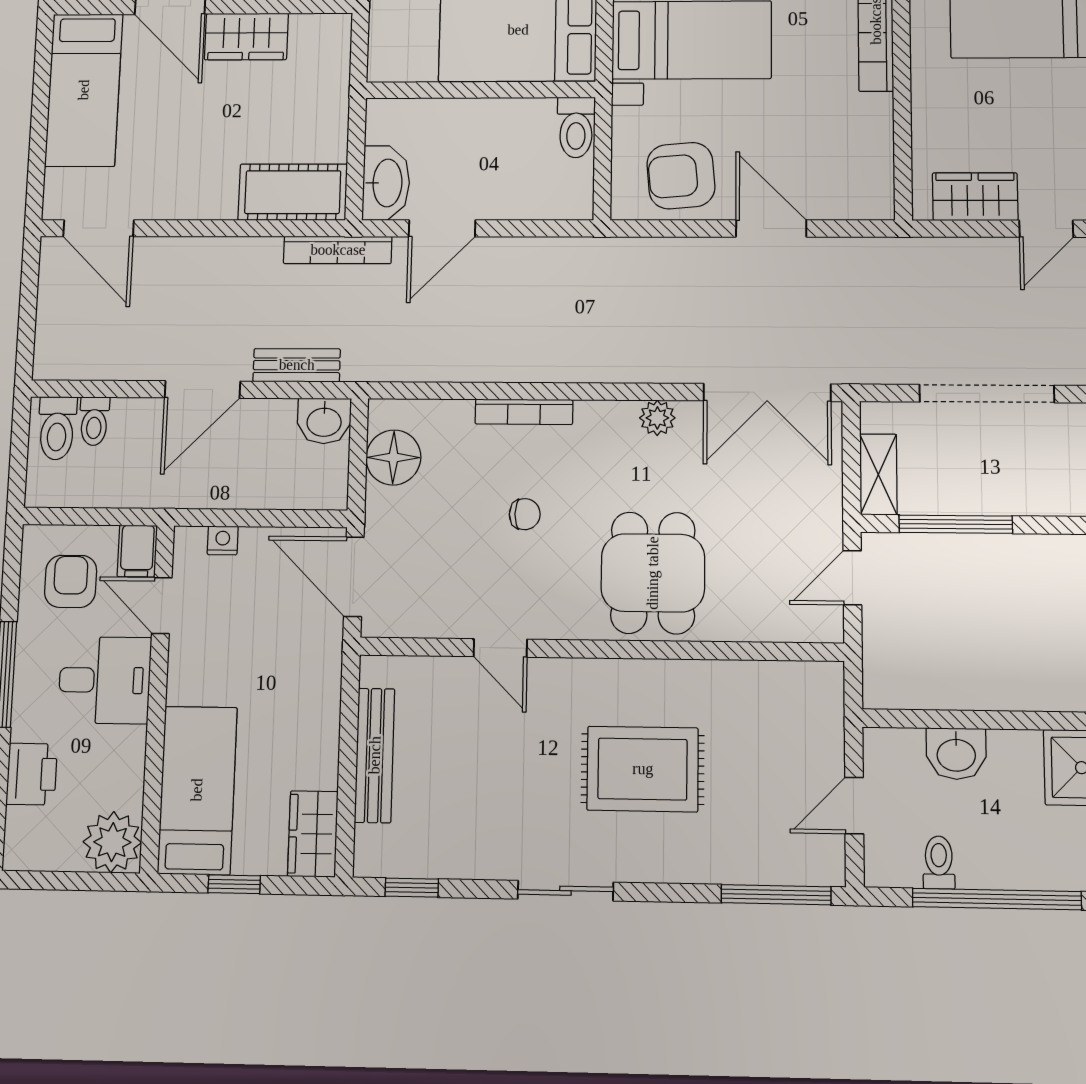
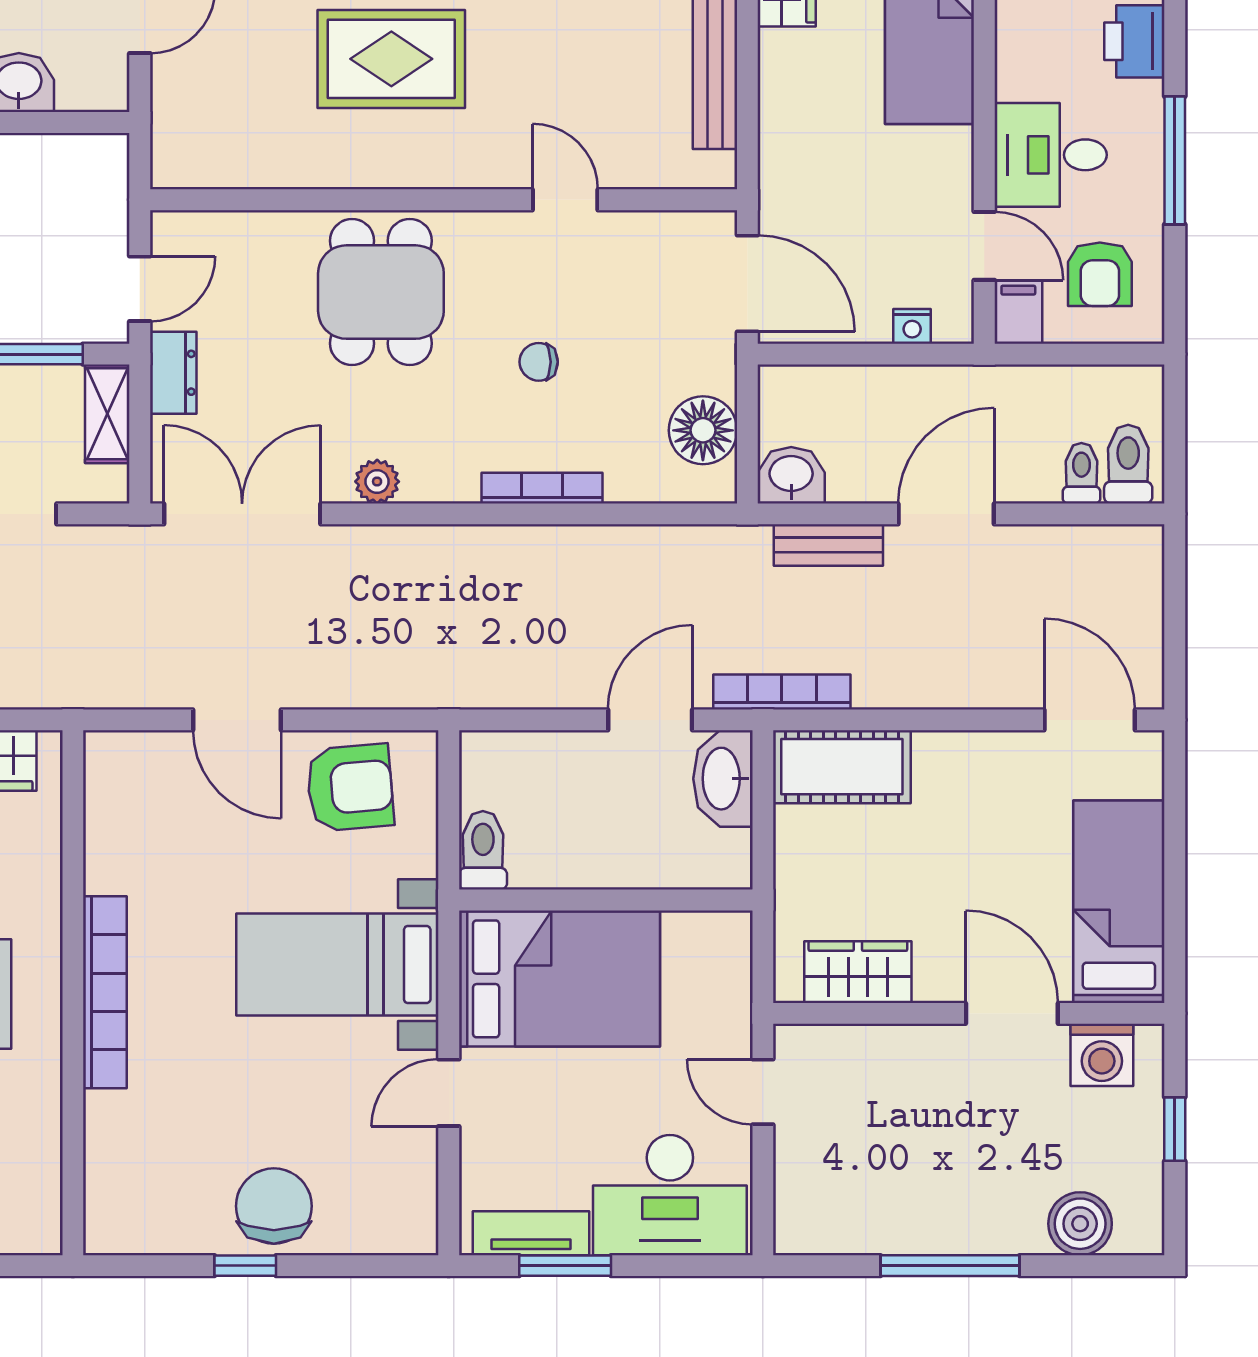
wardrobe: (246, 37) -> (858, 972), moved
dresser: (824, 508) -> (173, 373), added

